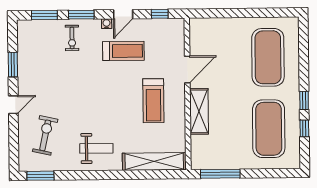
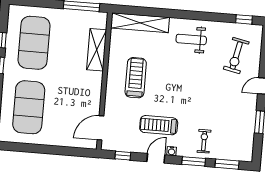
door: (187, 69) -> (101, 128), moved
shelving: (199, 111) -> (97, 50), moved
window: (40, 176) -> (244, 19), width x0.67

